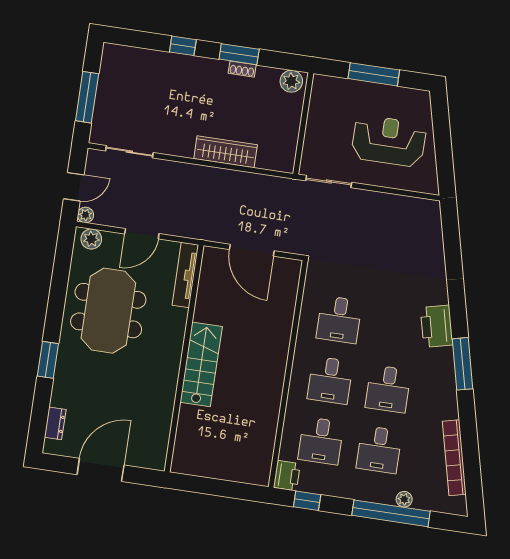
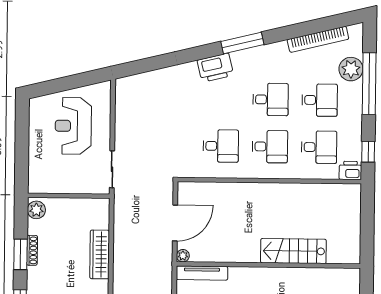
shoe rack: (242, 69) -> (32, 250), width x1.43
window: (374, 74) -> (22, 145), removed
plant: (210, 254) -> (183, 256), added
stairs: (201, 364) -> (293, 251), moved
plant: (404, 499) -> (351, 69), width x1.87, depth x1.87

